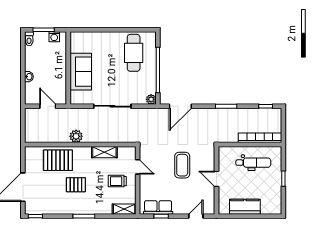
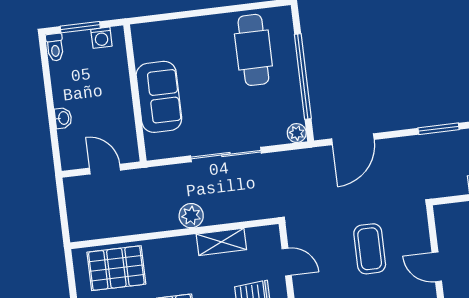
plant: (76, 136) -> (191, 216), moved
pallet: (58, 160) -> (116, 268), moved

